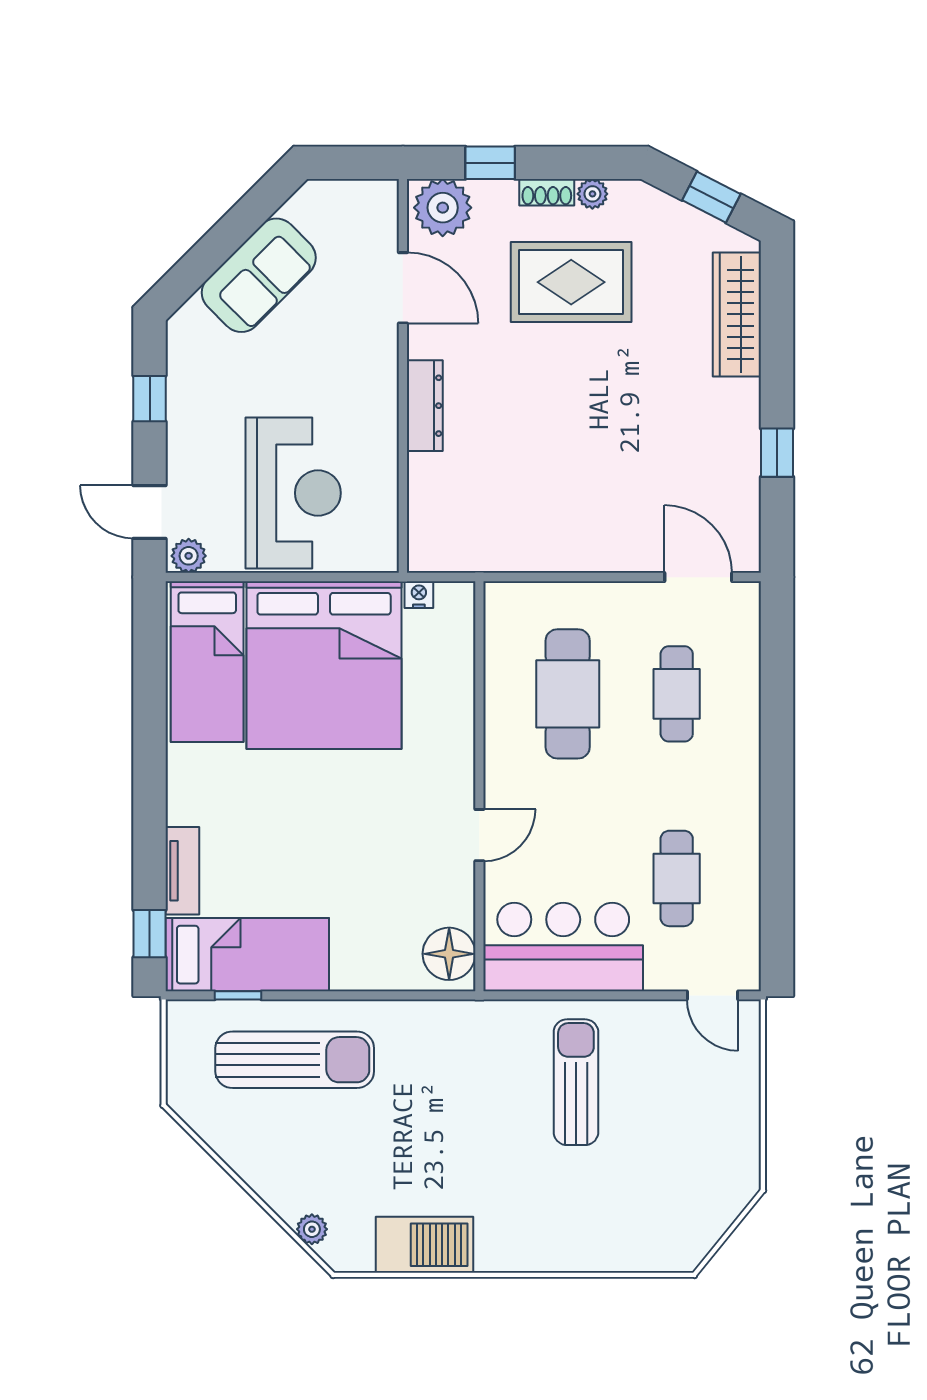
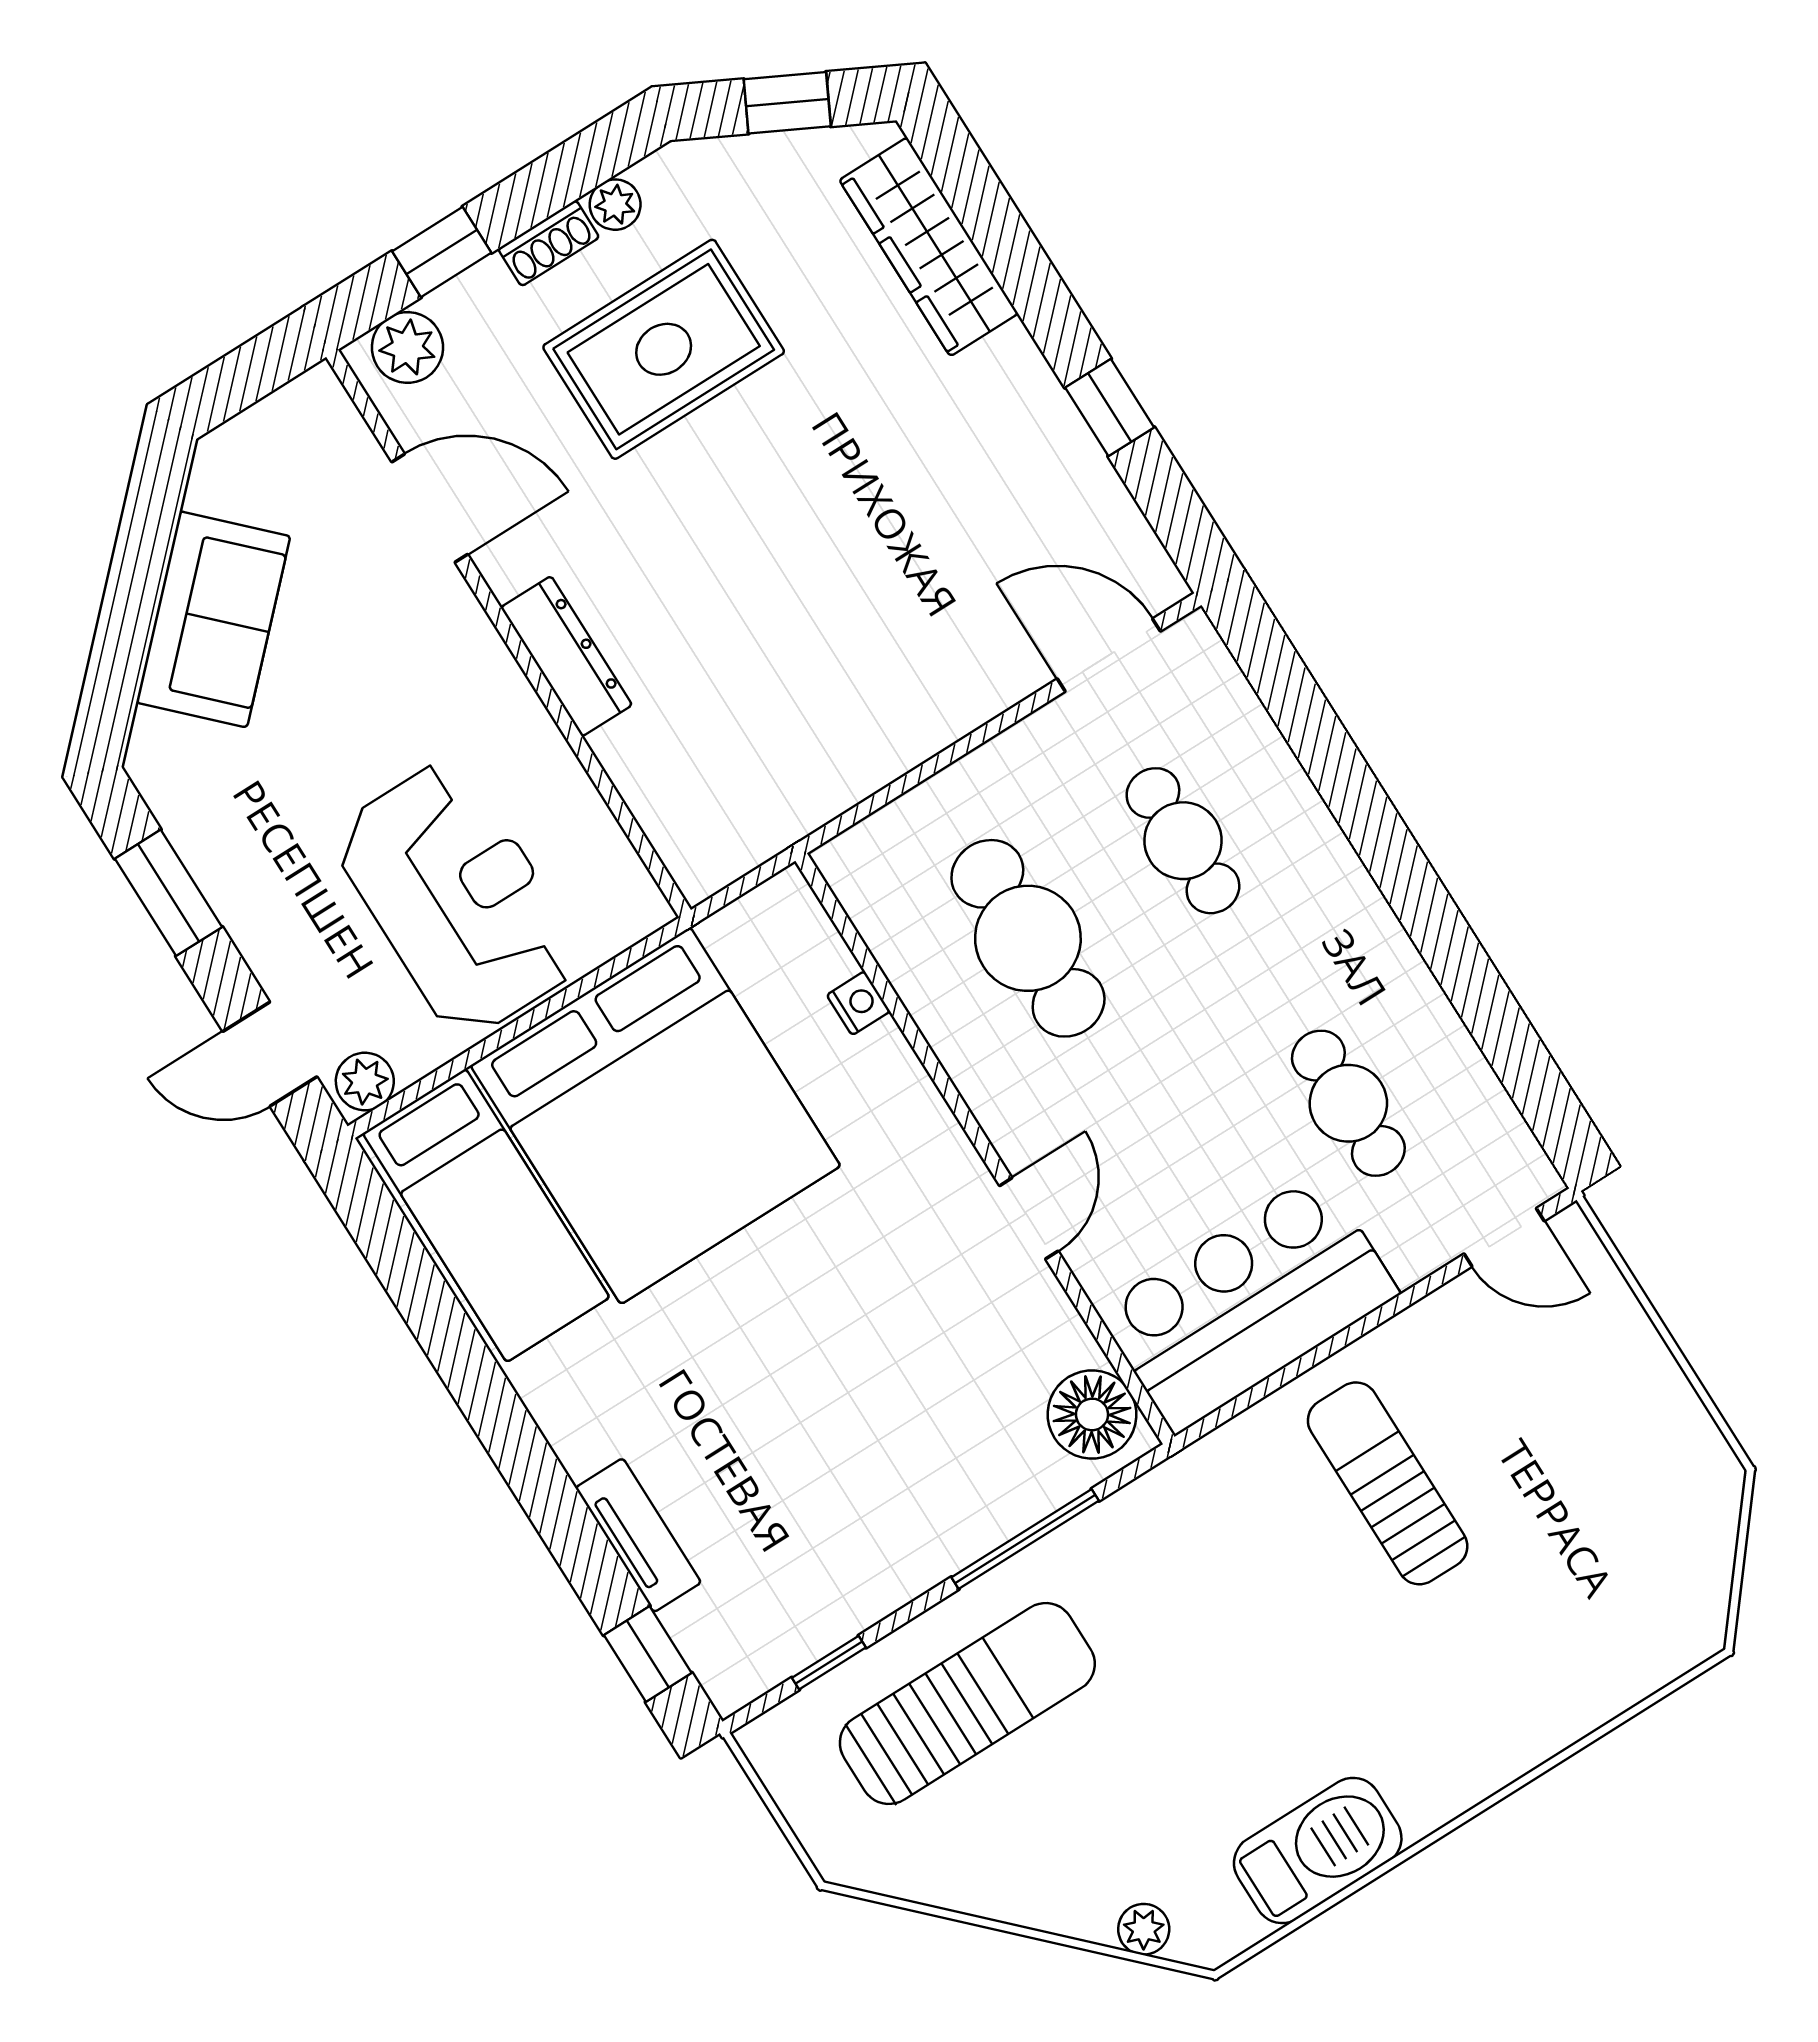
plant: (443, 208) -> (407, 348), width x0.73, depth x0.73
window: (150, 399) -> (168, 893), width x1.50
nightstand: (419, 595) -> (858, 1003), moved, turned 90
bed: (247, 955) -> (806, 1596), removed
window: (376, 995) -> (1025, 1539), added

